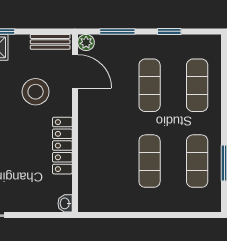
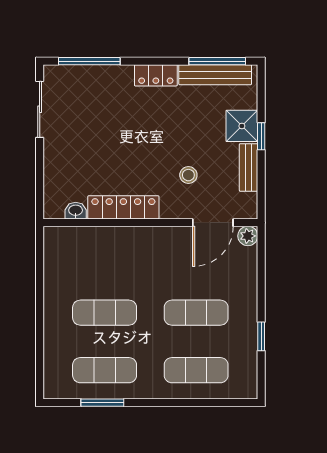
window: (117, 31) -> (261, 274), removed
bench: (50, 42) -> (249, 167), moved
stool: (36, 92) -> (188, 175), width x0.53, depth x0.53
washbasin: (65, 203) -> (76, 211), moved

